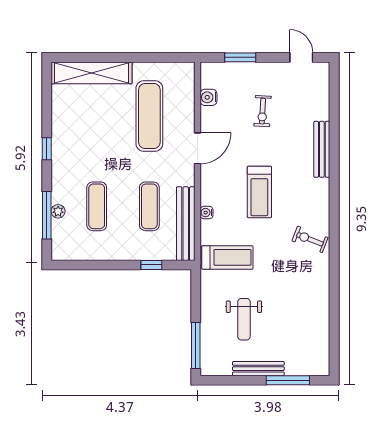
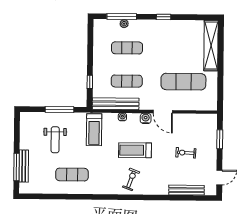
water cooler: (208, 97) -> (146, 118), moved
bench: (322, 149) -> (186, 190), moved
exercise bike: (310, 239) -> (131, 179), moved
exercise mat: (299, 292) -> (72, 175), added
weight bench: (244, 319) -> (55, 140), turned -90
window: (196, 345) -> (60, 109), moved
bench: (258, 369) -> (24, 166), moved

